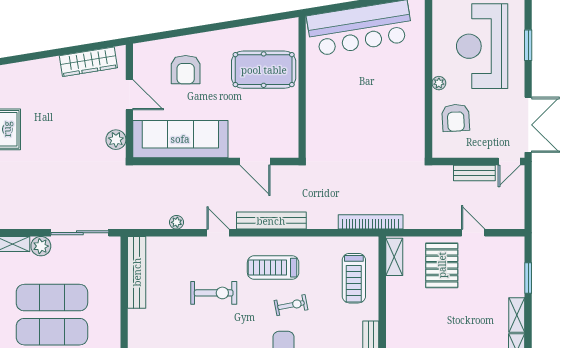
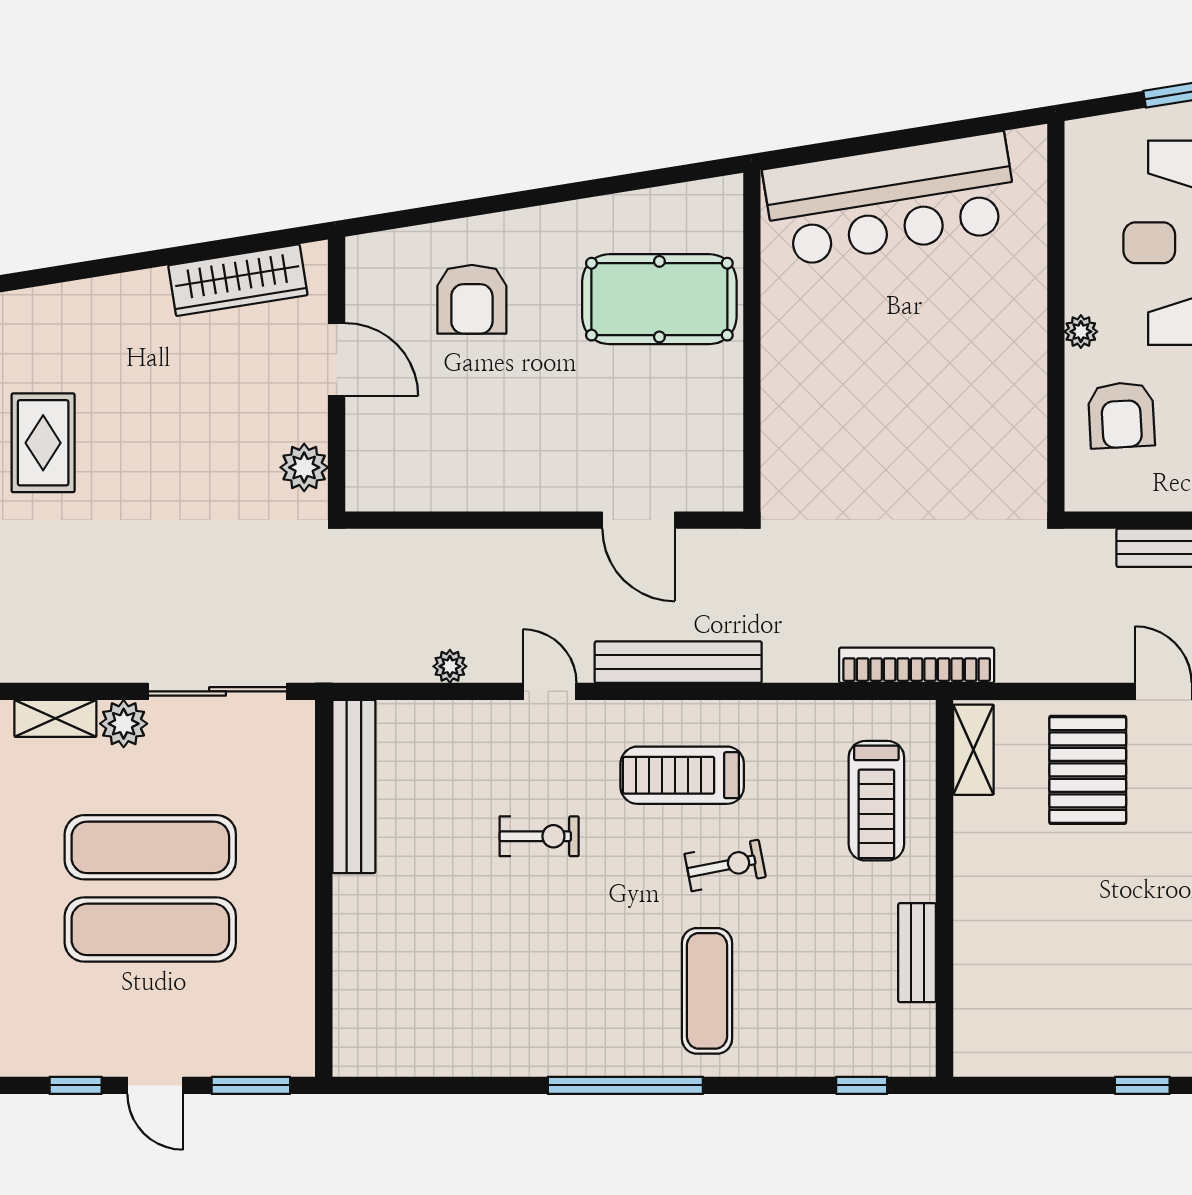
sofa: (180, 139) -> (459, 466), removed
exercise bike: (214, 293) -> (539, 836), width x0.73, depth x0.72

